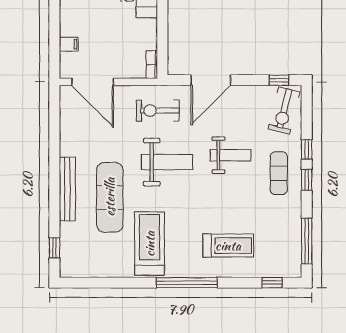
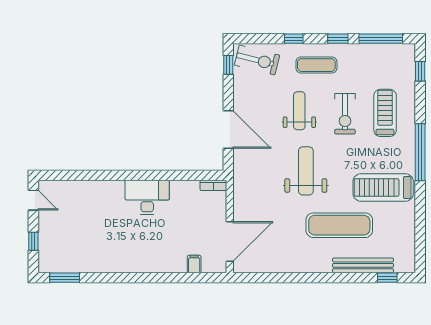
exercise bike: (158, 111) -> (345, 114), moved
window: (307, 180) -> (338, 39), moved
bench: (67, 189) -> (363, 265), moved

